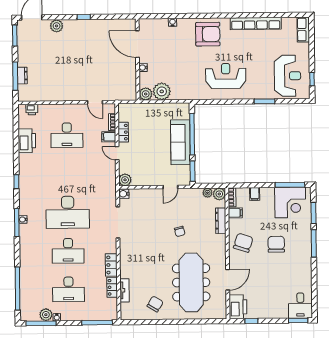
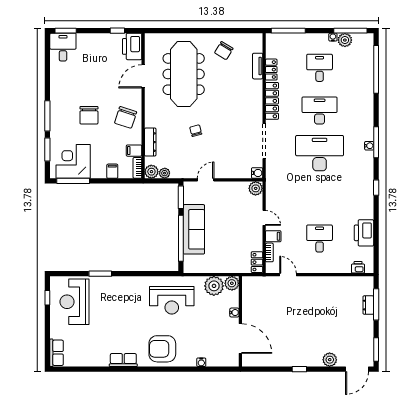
row of seats: (256, 23) -> (123, 360), width x0.50
reception desk: (226, 76) -> (172, 300), moved
locker: (123, 132) -> (257, 262), moved
desk: (67, 135) -> (320, 238), width x0.73
locker: (111, 265) -> (272, 101), width x1.53
desk: (68, 289) -> (320, 68), width x0.73

